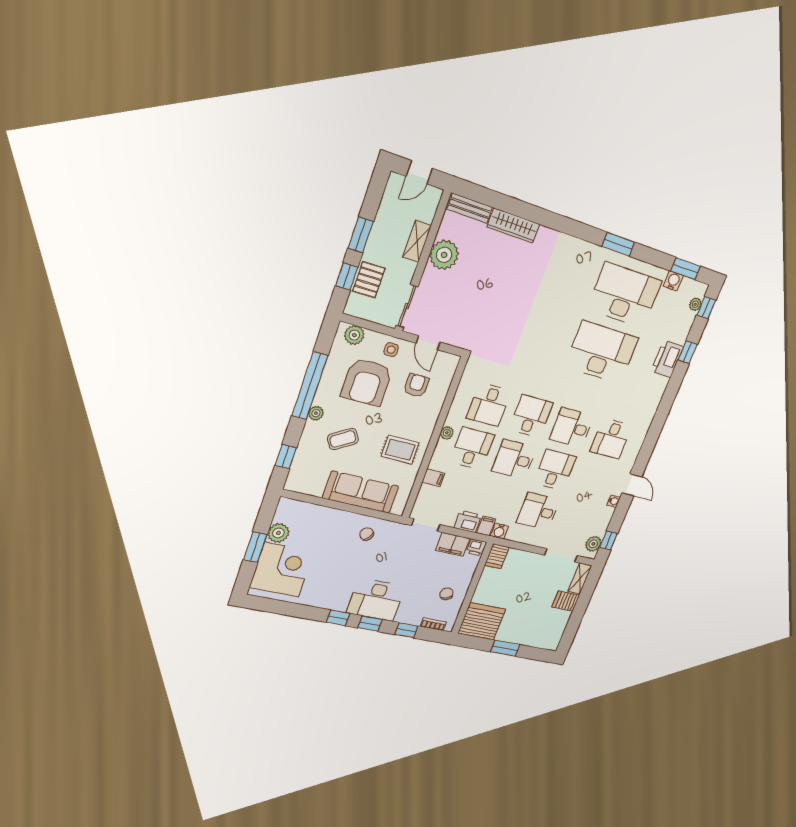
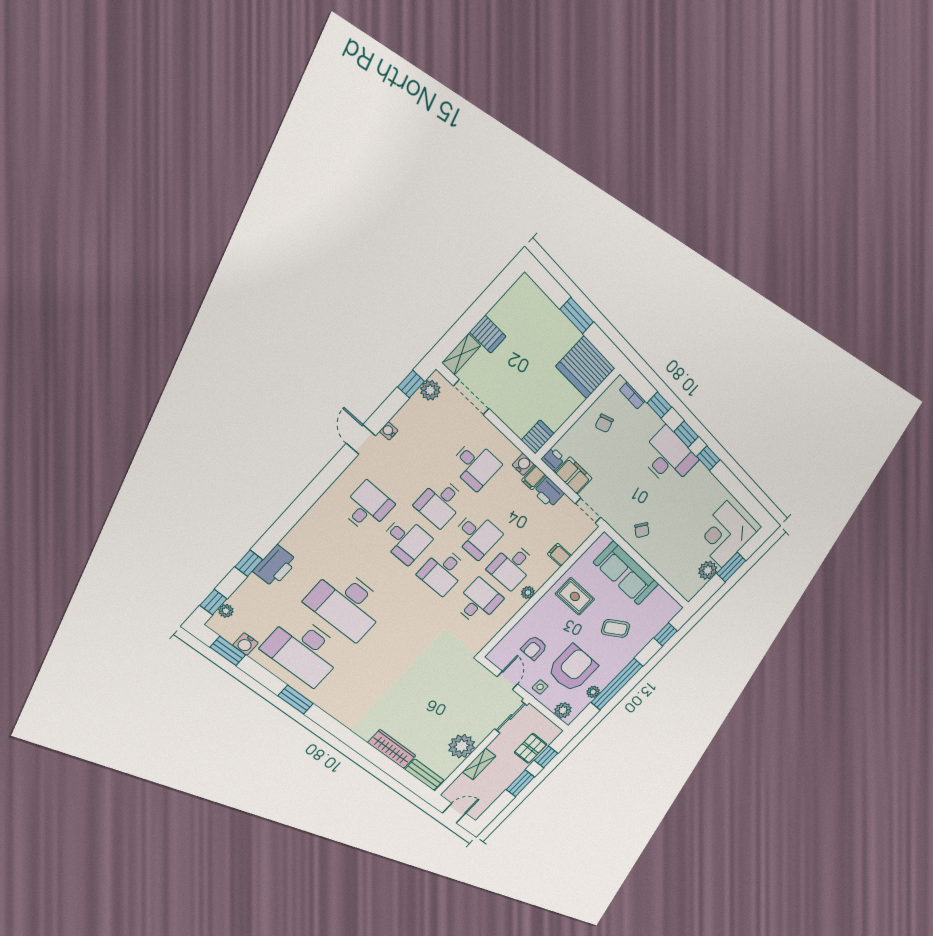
plant: (316, 413) -> (593, 692), moved

